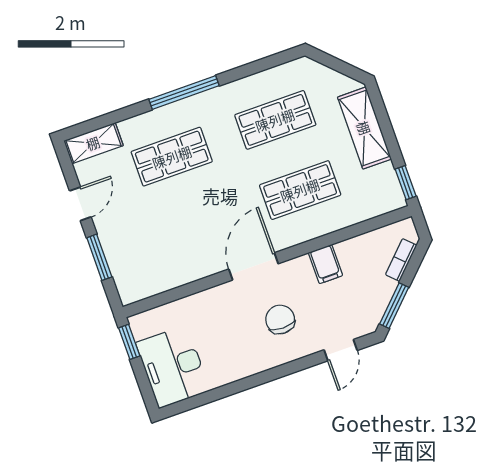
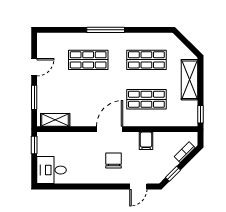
shelving: (93, 143) -> (55, 120), moved
window: (394, 306) -> (173, 174), width x0.67
desk: (173, 367) -> (52, 170), width x0.73

